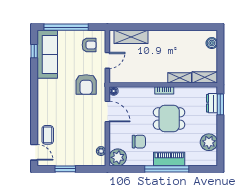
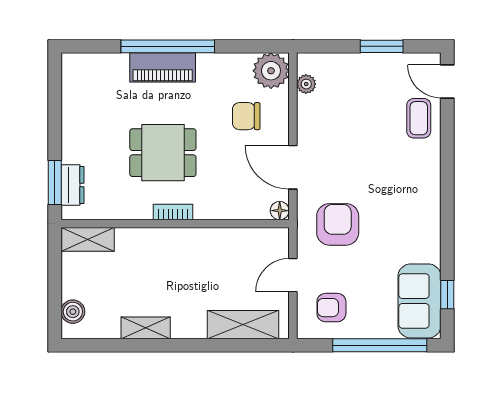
sofa: (47, 54) -> (420, 301), width x0.73
shelving: (180, 78) -> (146, 328), moved
chair: (139, 142) -> (246, 116), moved
plant: (209, 142) -> (79, 103), removed

